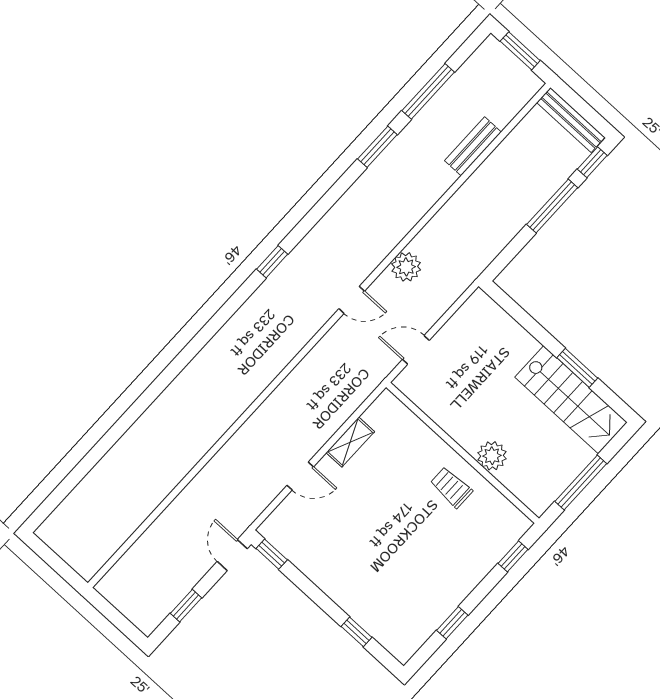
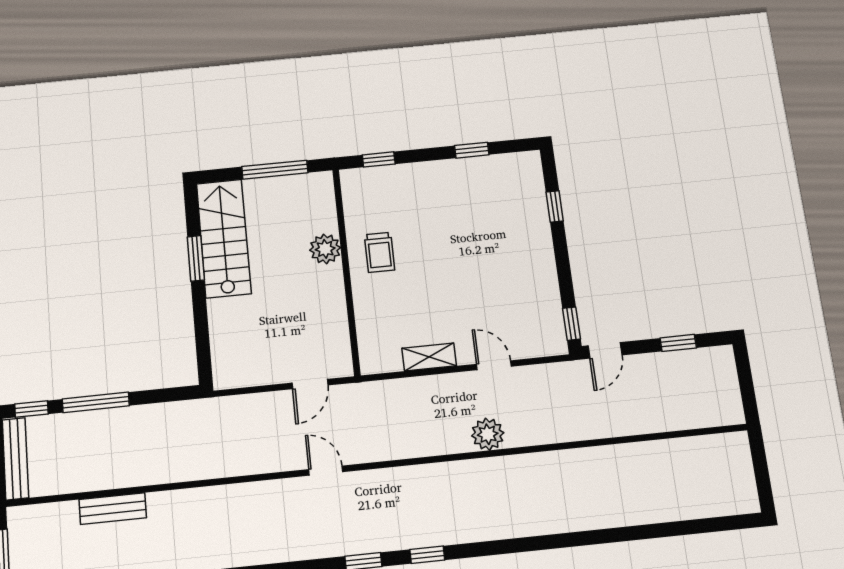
plant: (406, 267) -> (488, 434), moved
window: (233, 304) -> (427, 555), added
door: (416, 350) -> (310, 384), hinge flipped

